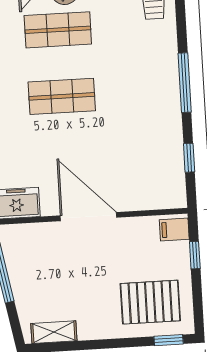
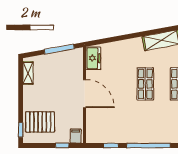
window: (185, 83) -> (149, 146), width x1.46
door: (88, 217) -> (85, 94), hinge flipped
pallet: (150, 302) -> (40, 122), turned 90

